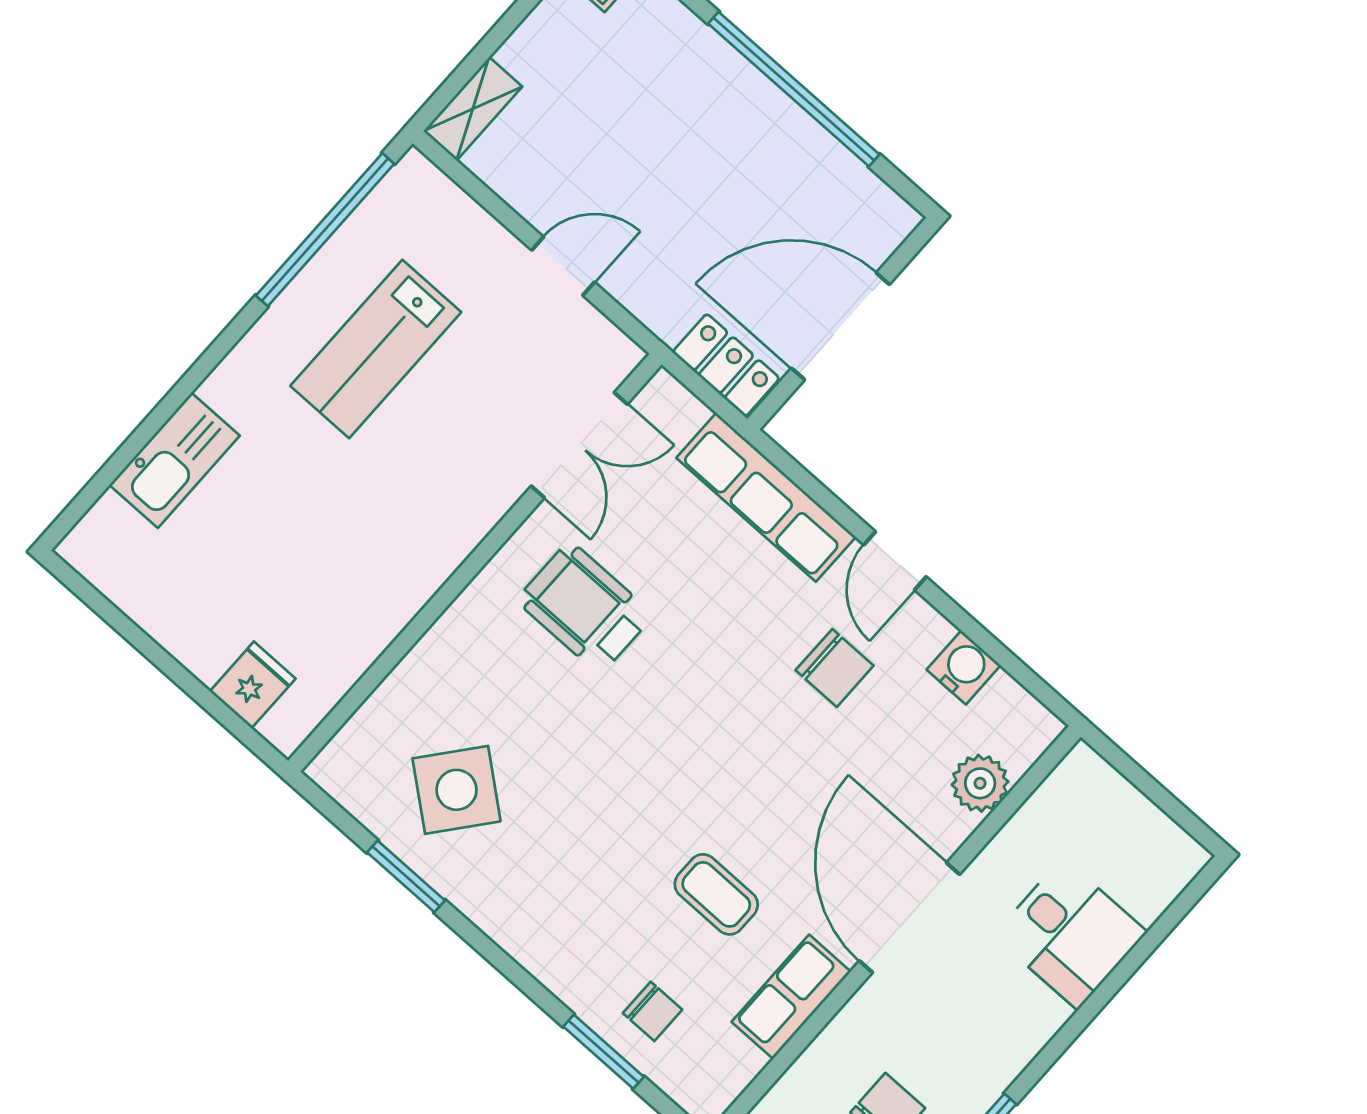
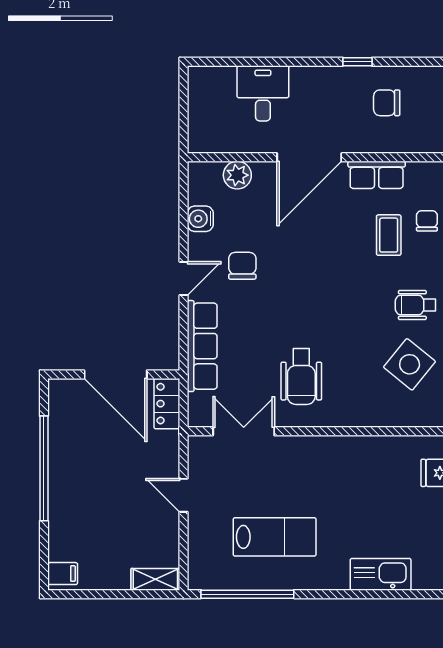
wheelchair: (539, 880) -> (416, 305), added
coffee table: (716, 894) -> (389, 235), moved

